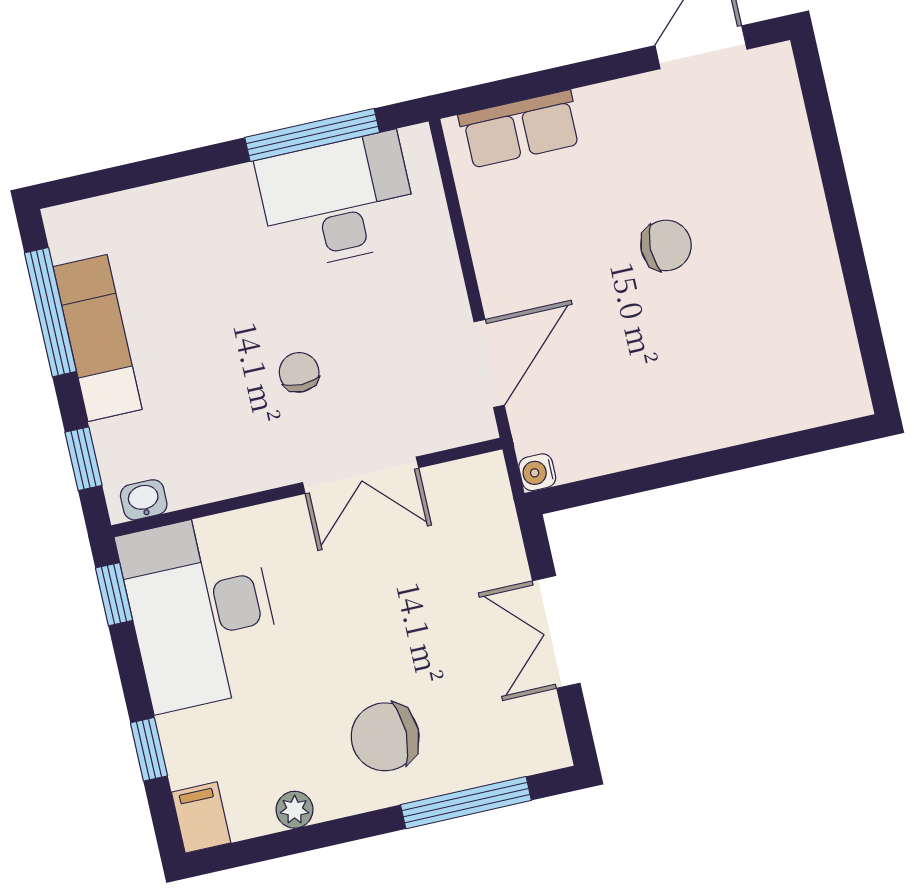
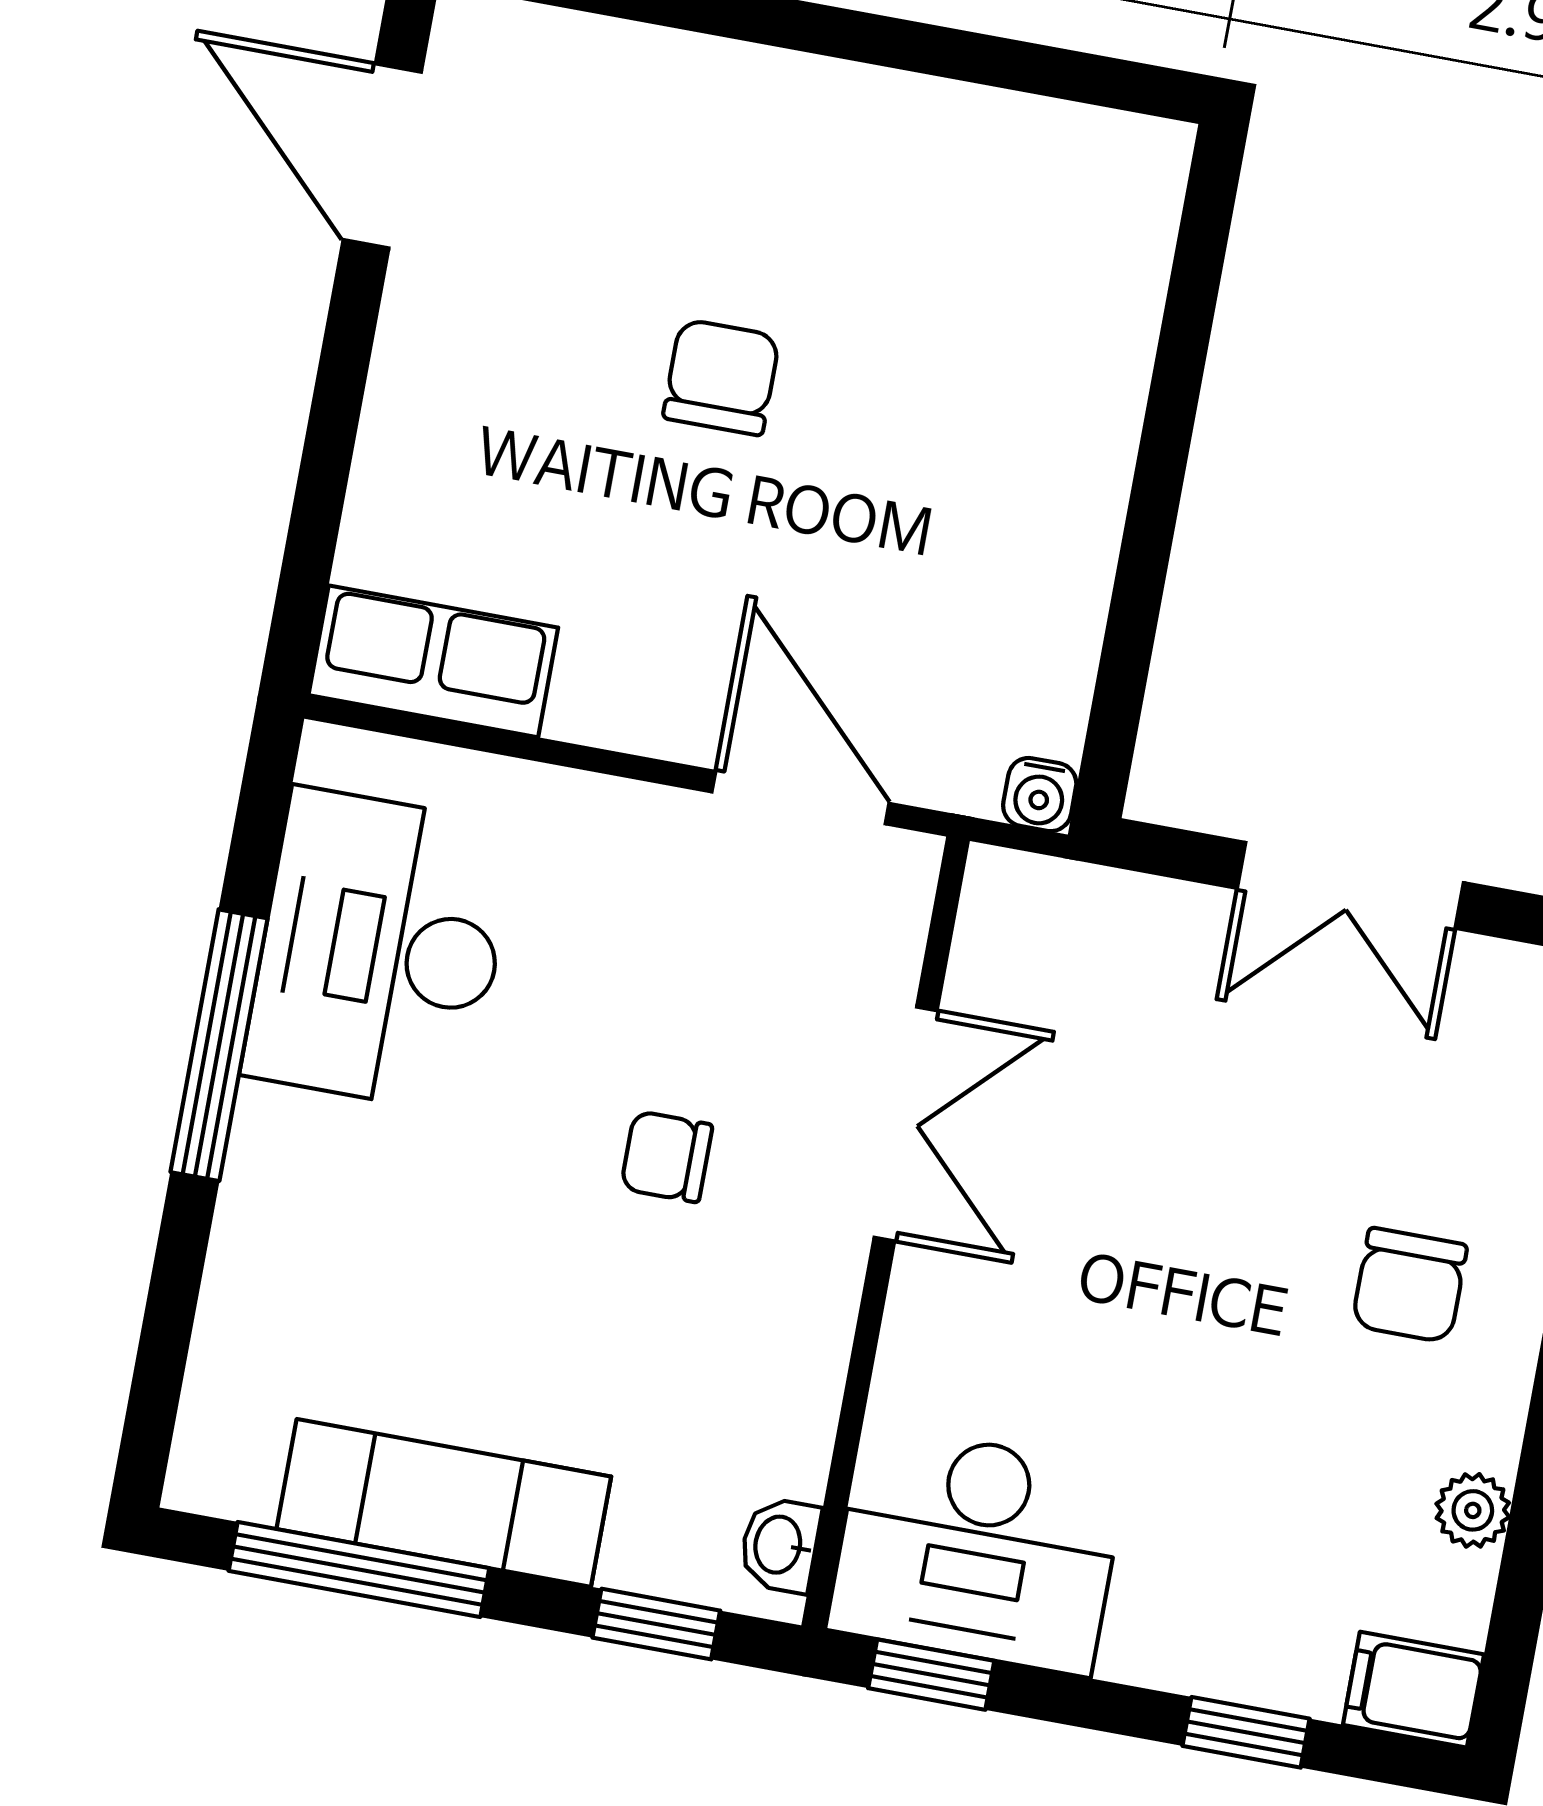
row of seats: (520, 129) -> (433, 661), moved, turned -90
window: (312, 135) -> (219, 1045), moved
desk: (201, 611) -> (977, 1550), width x0.73, depth x0.77
chair: (385, 737) -> (1409, 1285), width x0.73, depth x0.73

